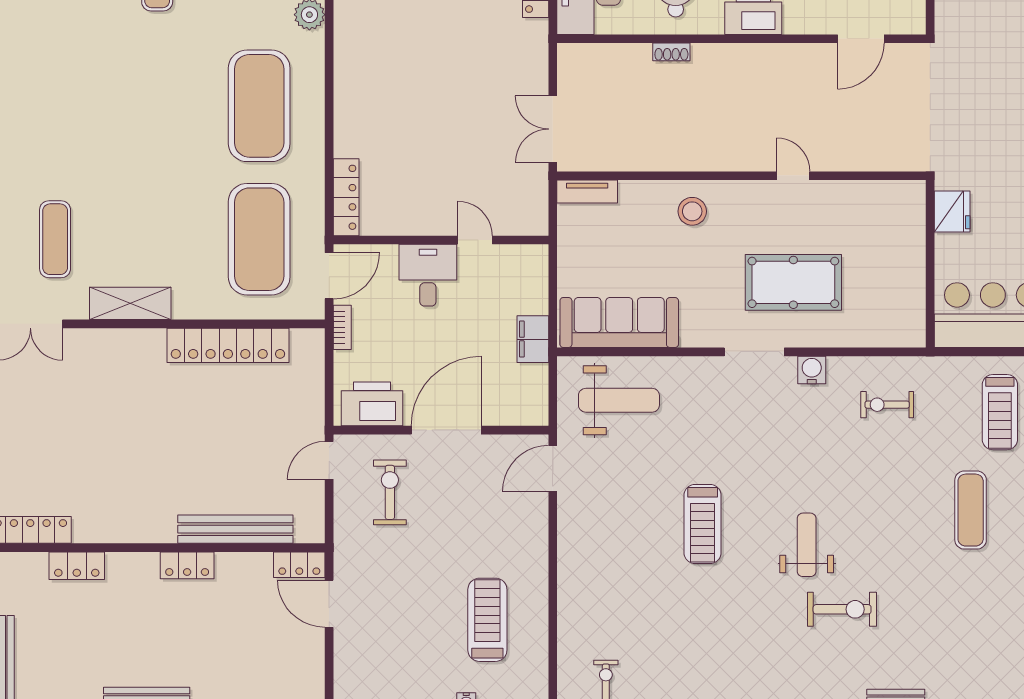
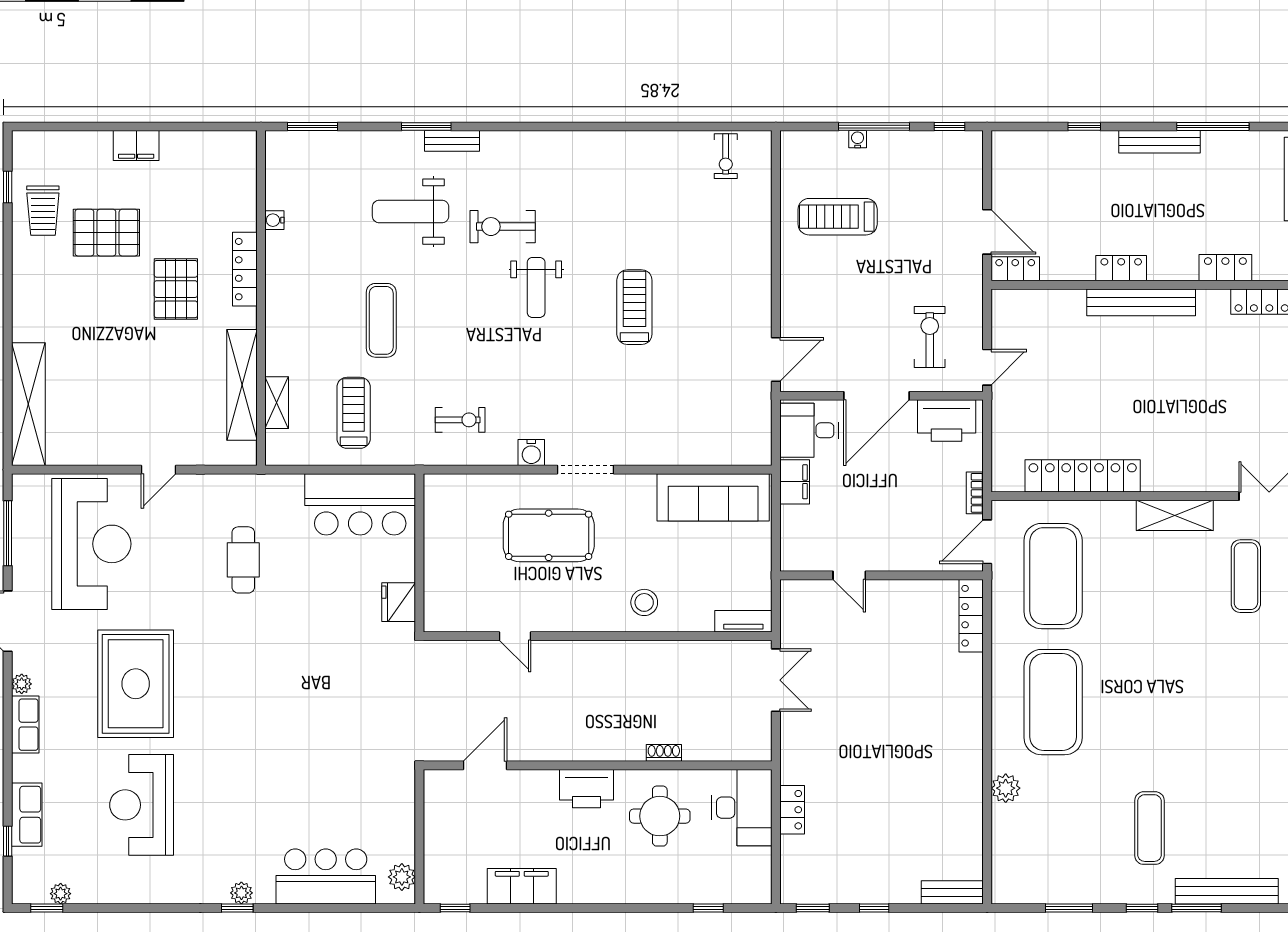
door: (793, 176) -> (515, 636), moved
desk: (428, 275) -> (809, 430), moved, turned 90
weight bench: (619, 400) -> (411, 212), moved
exercise bike: (390, 492) -> (930, 337), turned 180
bench: (235, 529) -> (1141, 302), moved
treadmill: (487, 620) -> (838, 217), turned 90

